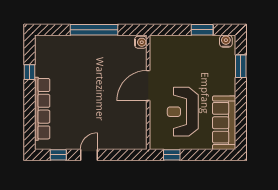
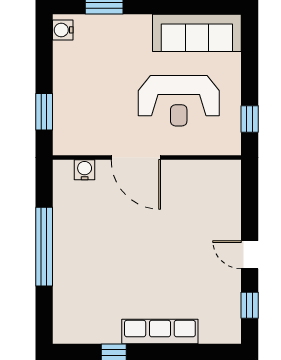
window: (202, 30) -> (44, 112), moved
water cooler: (141, 42) -> (85, 170), moved
row of seats: (42, 109) -> (160, 332), width x0.73

